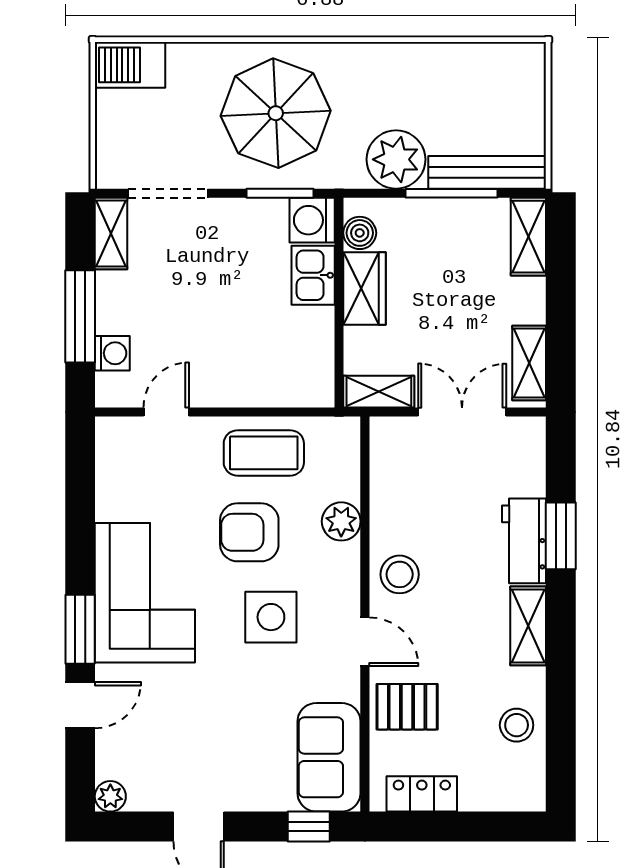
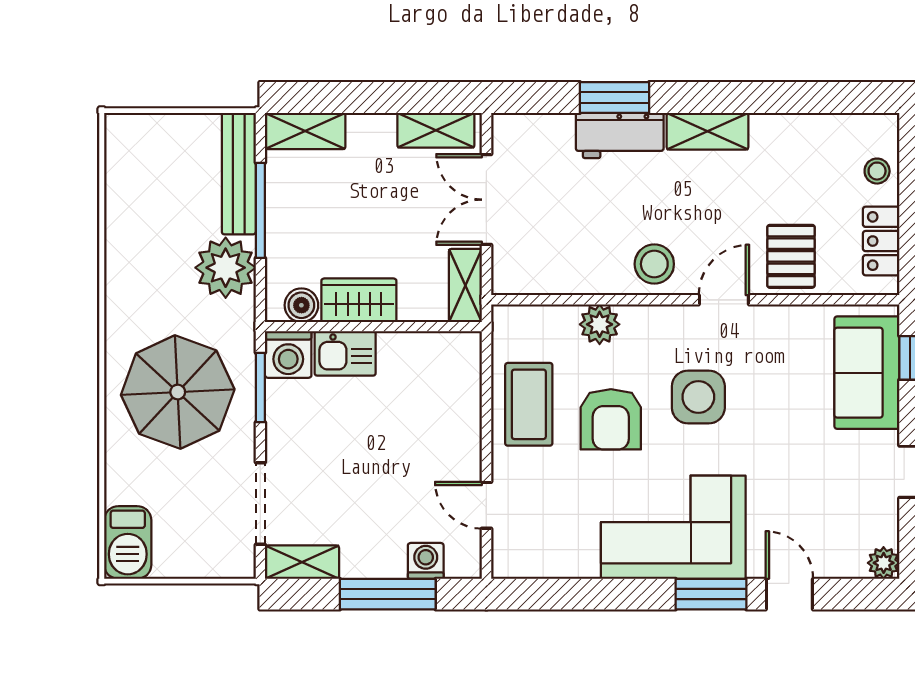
stool: (517, 725) -> (877, 171), moved, width x0.73, depth x0.73
sofa: (329, 757) -> (867, 373), moved, turned 90

